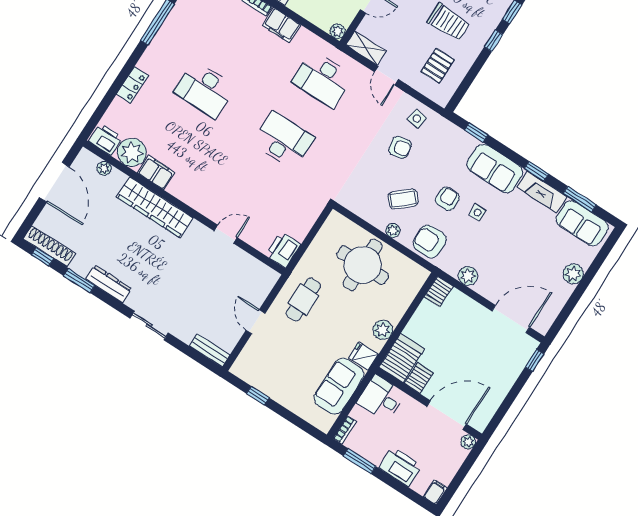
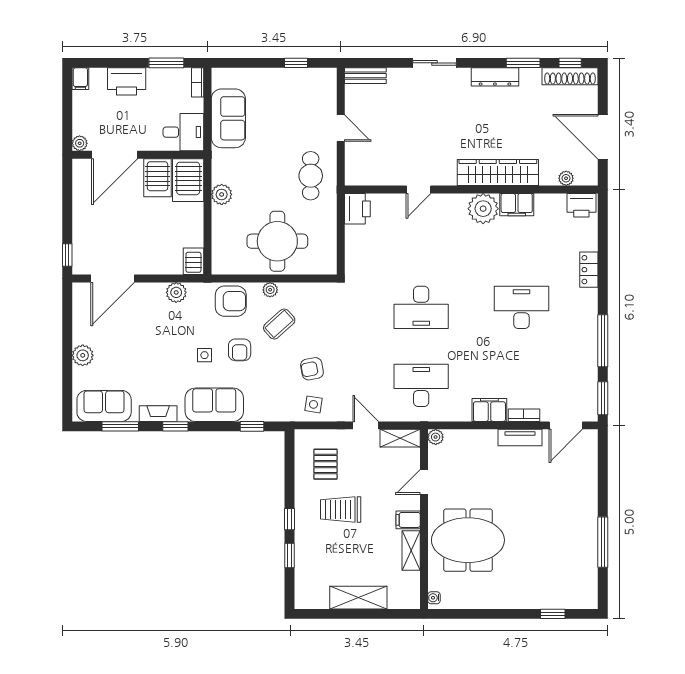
plant: (132, 152) -> (483, 209), moved
fireplace: (542, 192) -> (158, 414), width x0.73, depth x0.76
fridge: (364, 356) -> (224, 160), removed
server rack: (419, 378) -> (157, 178), width x1.36, depth x1.44

